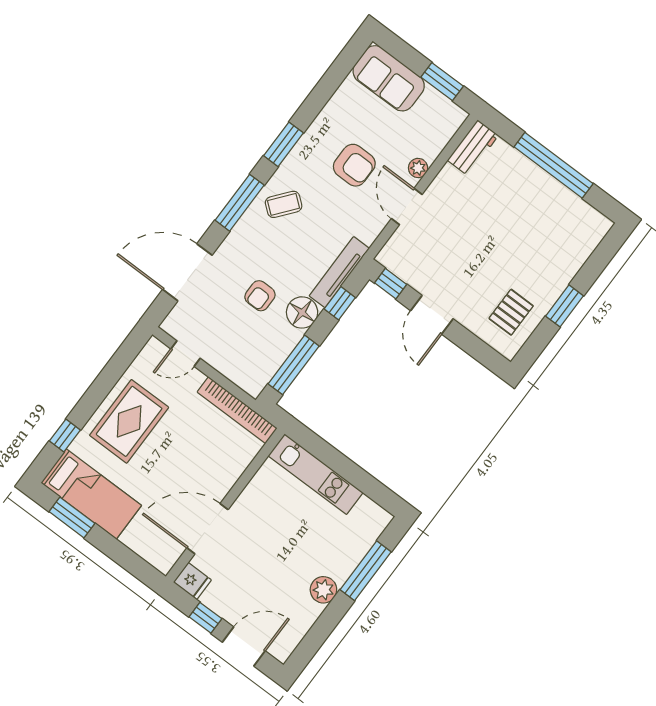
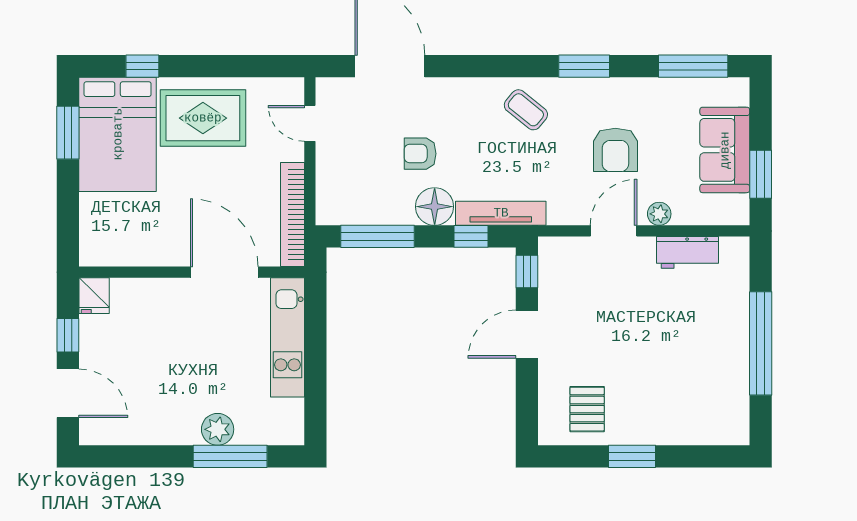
sofa: (389, 78) -> (725, 150), moved
workbench: (473, 148) -> (687, 252), moved
window: (240, 203) -> (693, 66), moved
pallet: (511, 312) -> (587, 409), turned 90
bed: (91, 494) -> (118, 134), width x1.50
door: (207, 529) -> (224, 272), moved
plant: (323, 590) -> (218, 429), moved

